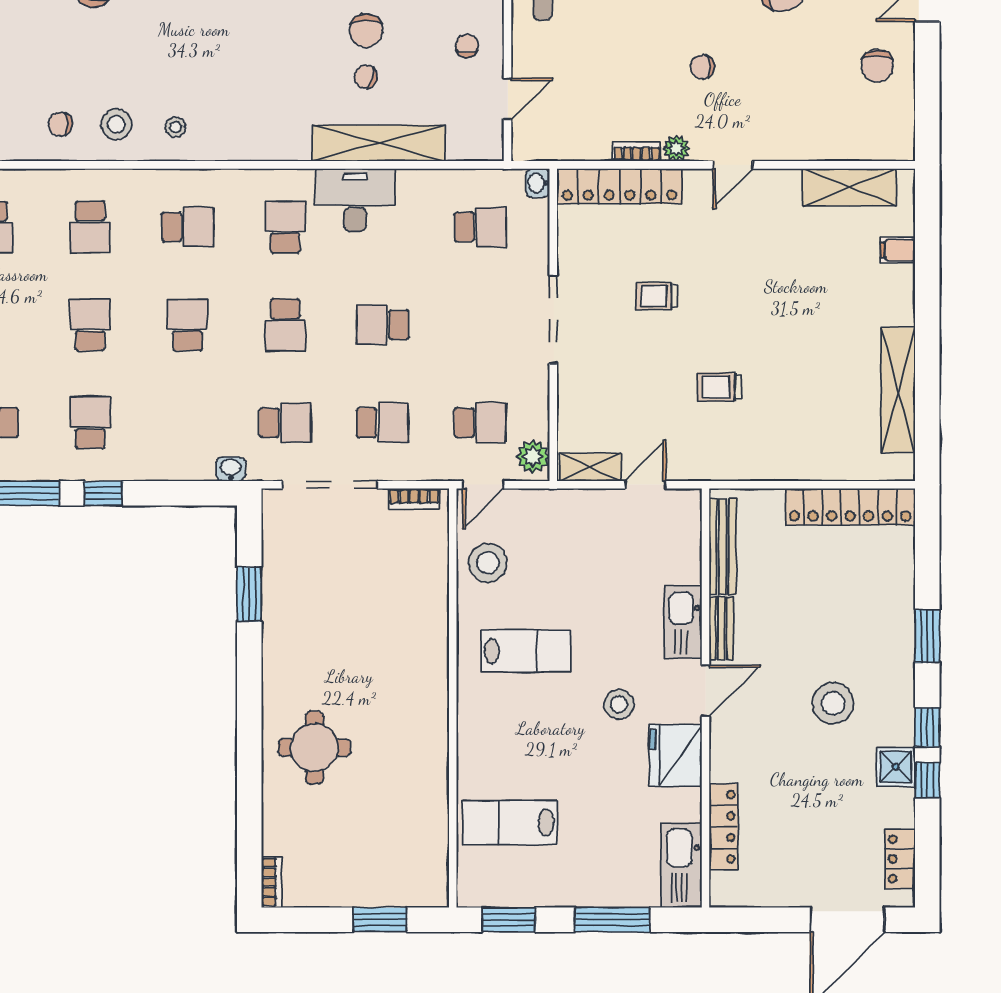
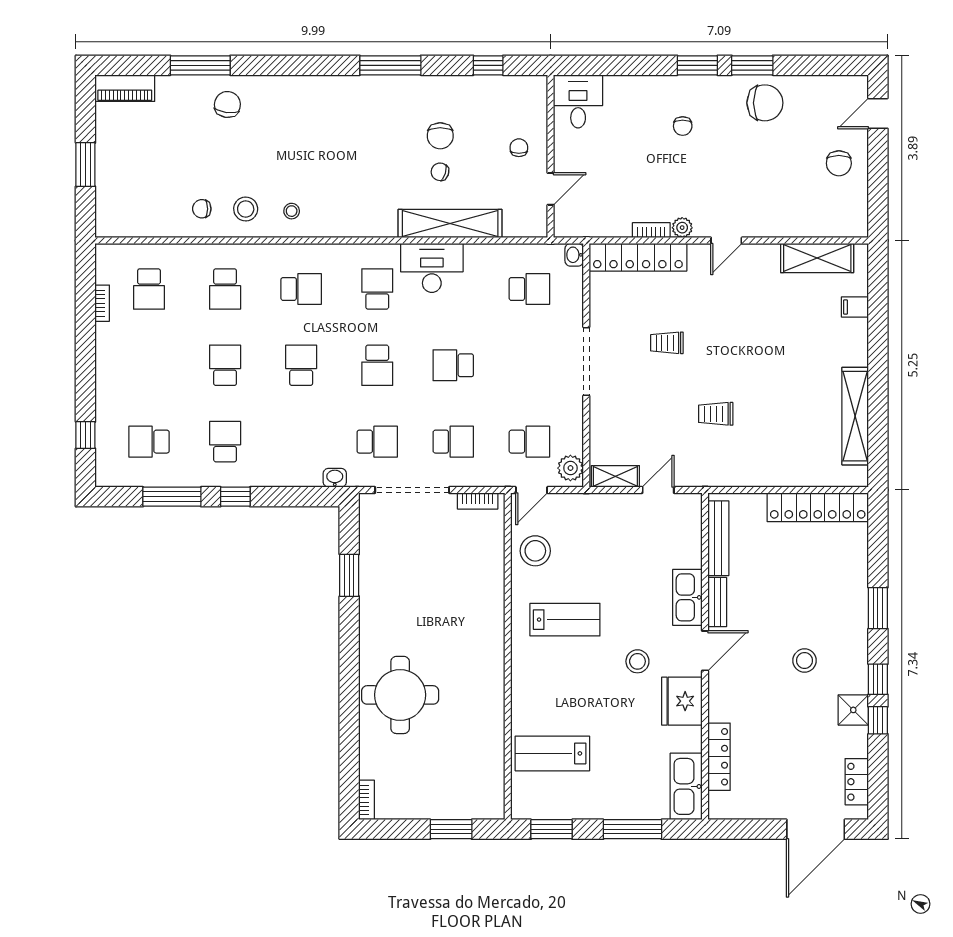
chair: (702, 67) -> (683, 126), moved, turned -87
stool: (833, 703) -> (805, 661), width x0.73, depth x0.73
round table: (315, 748) -> (400, 695), width x1.36, depth x1.36

